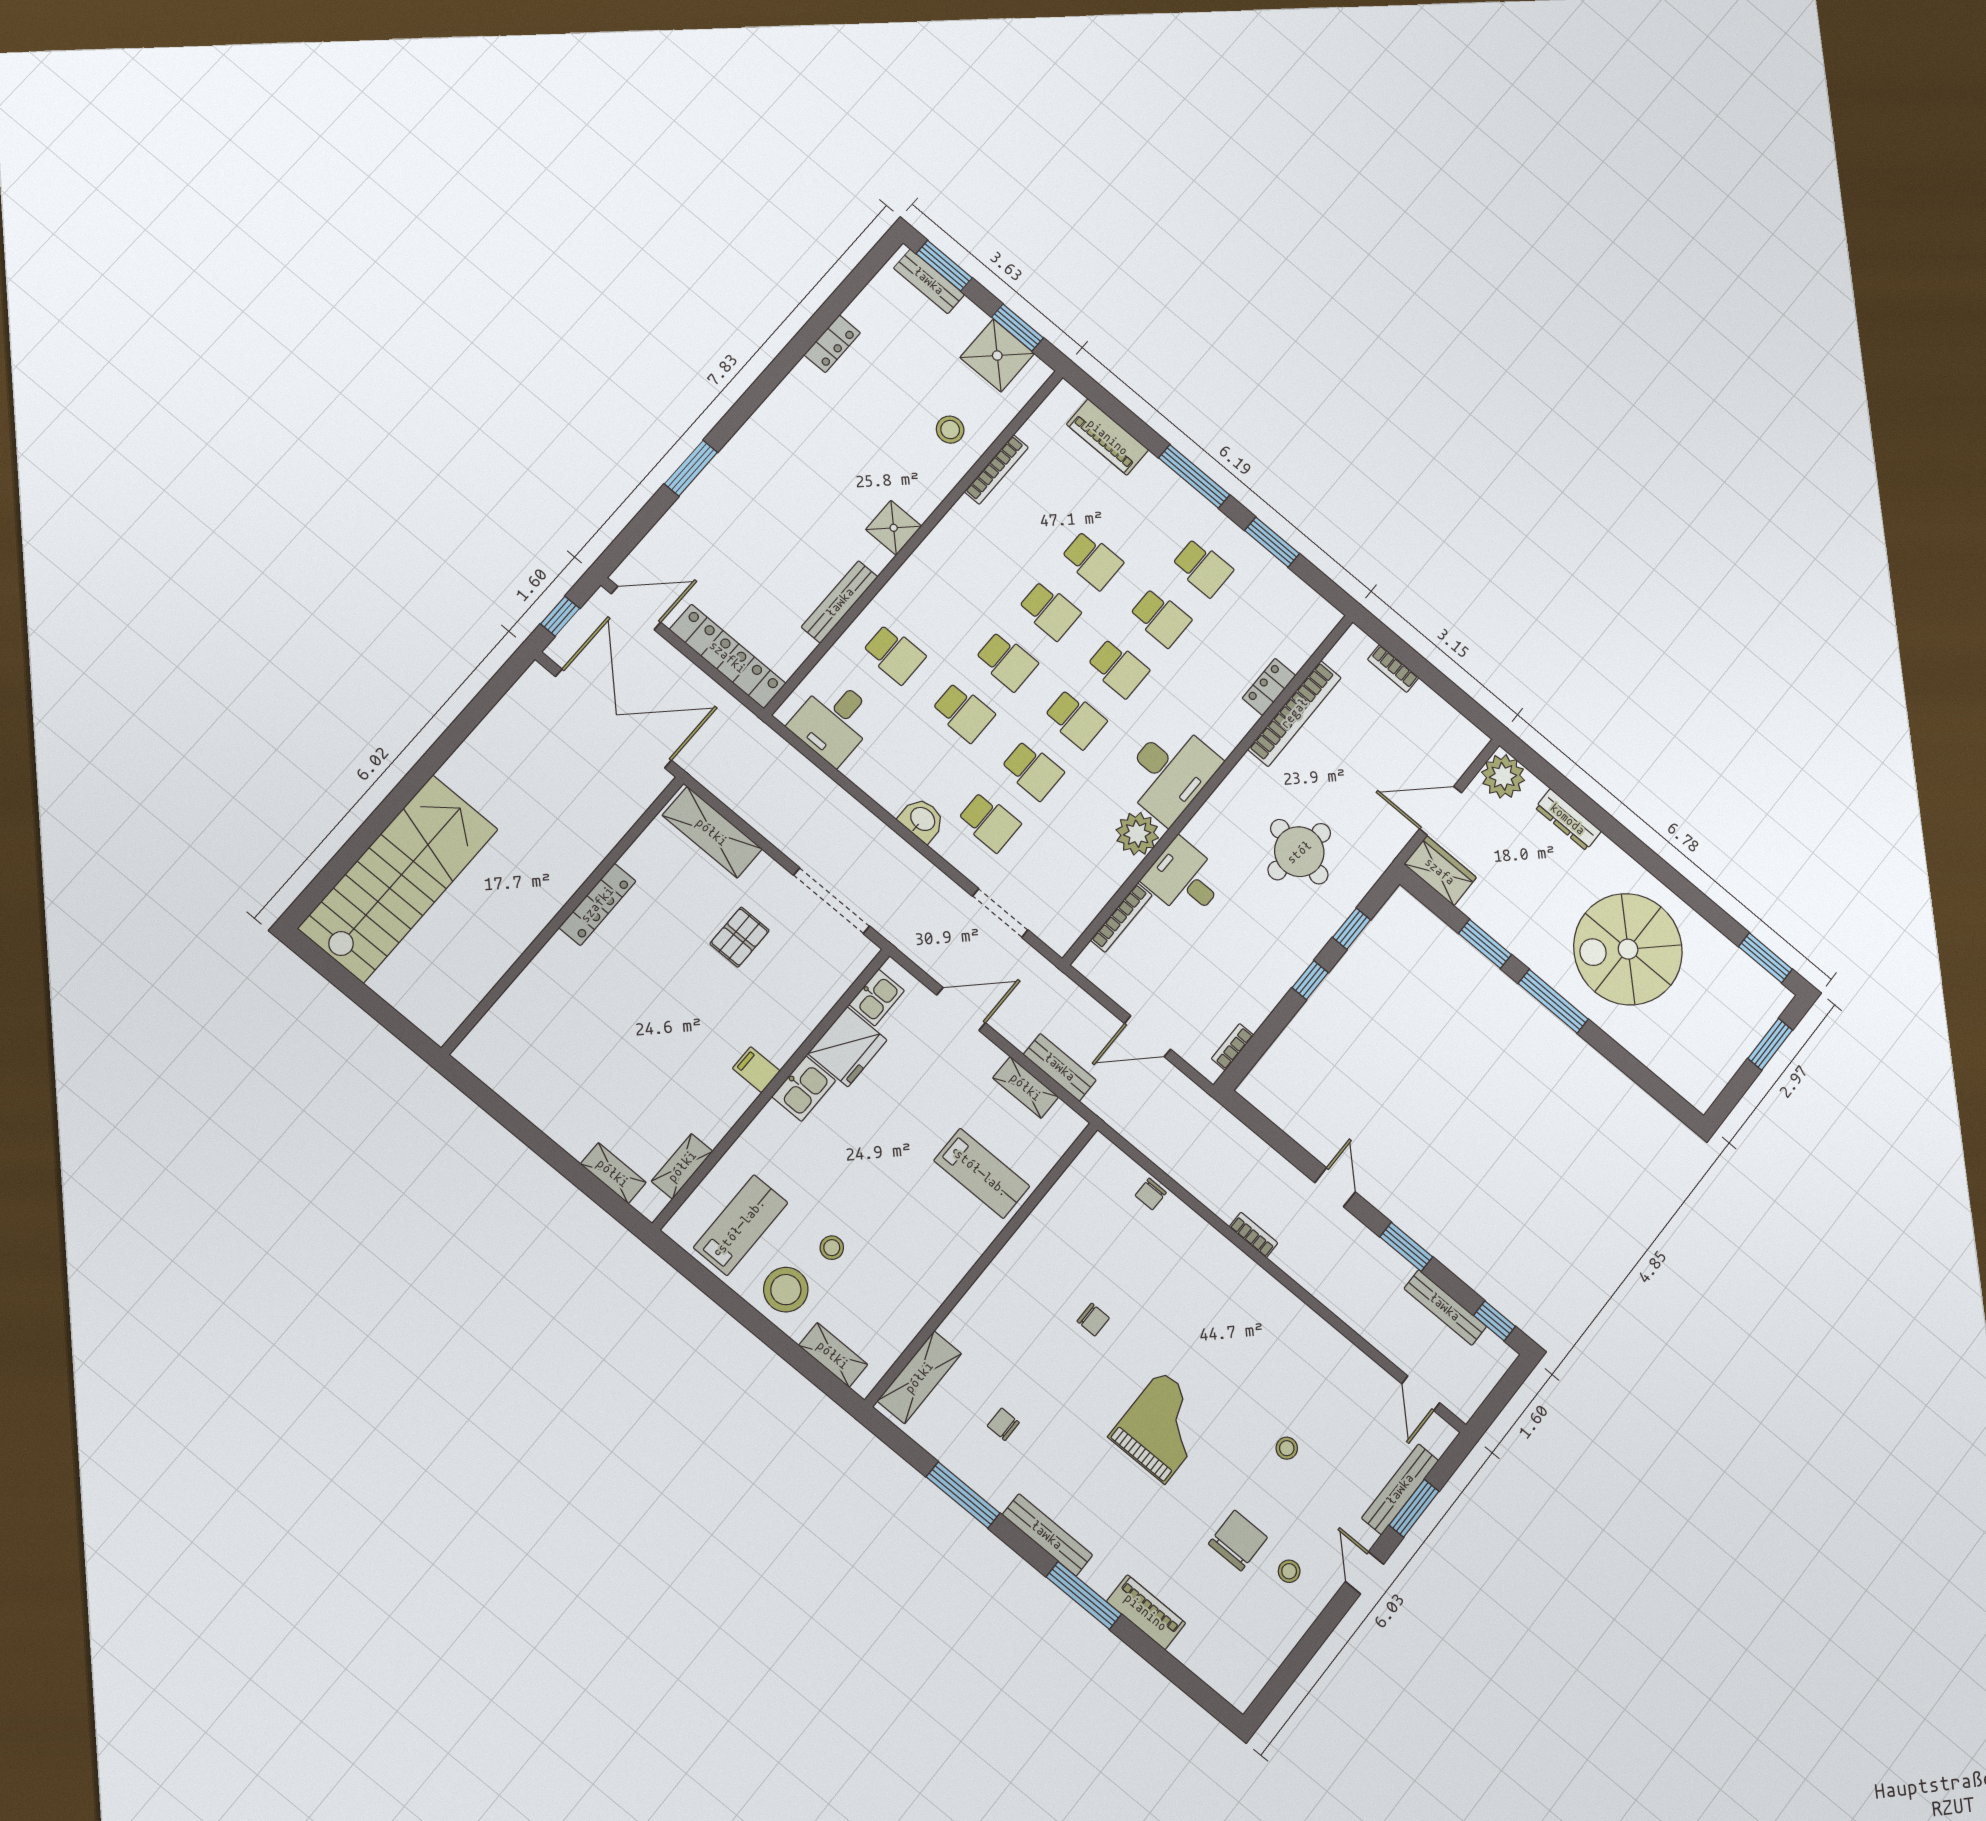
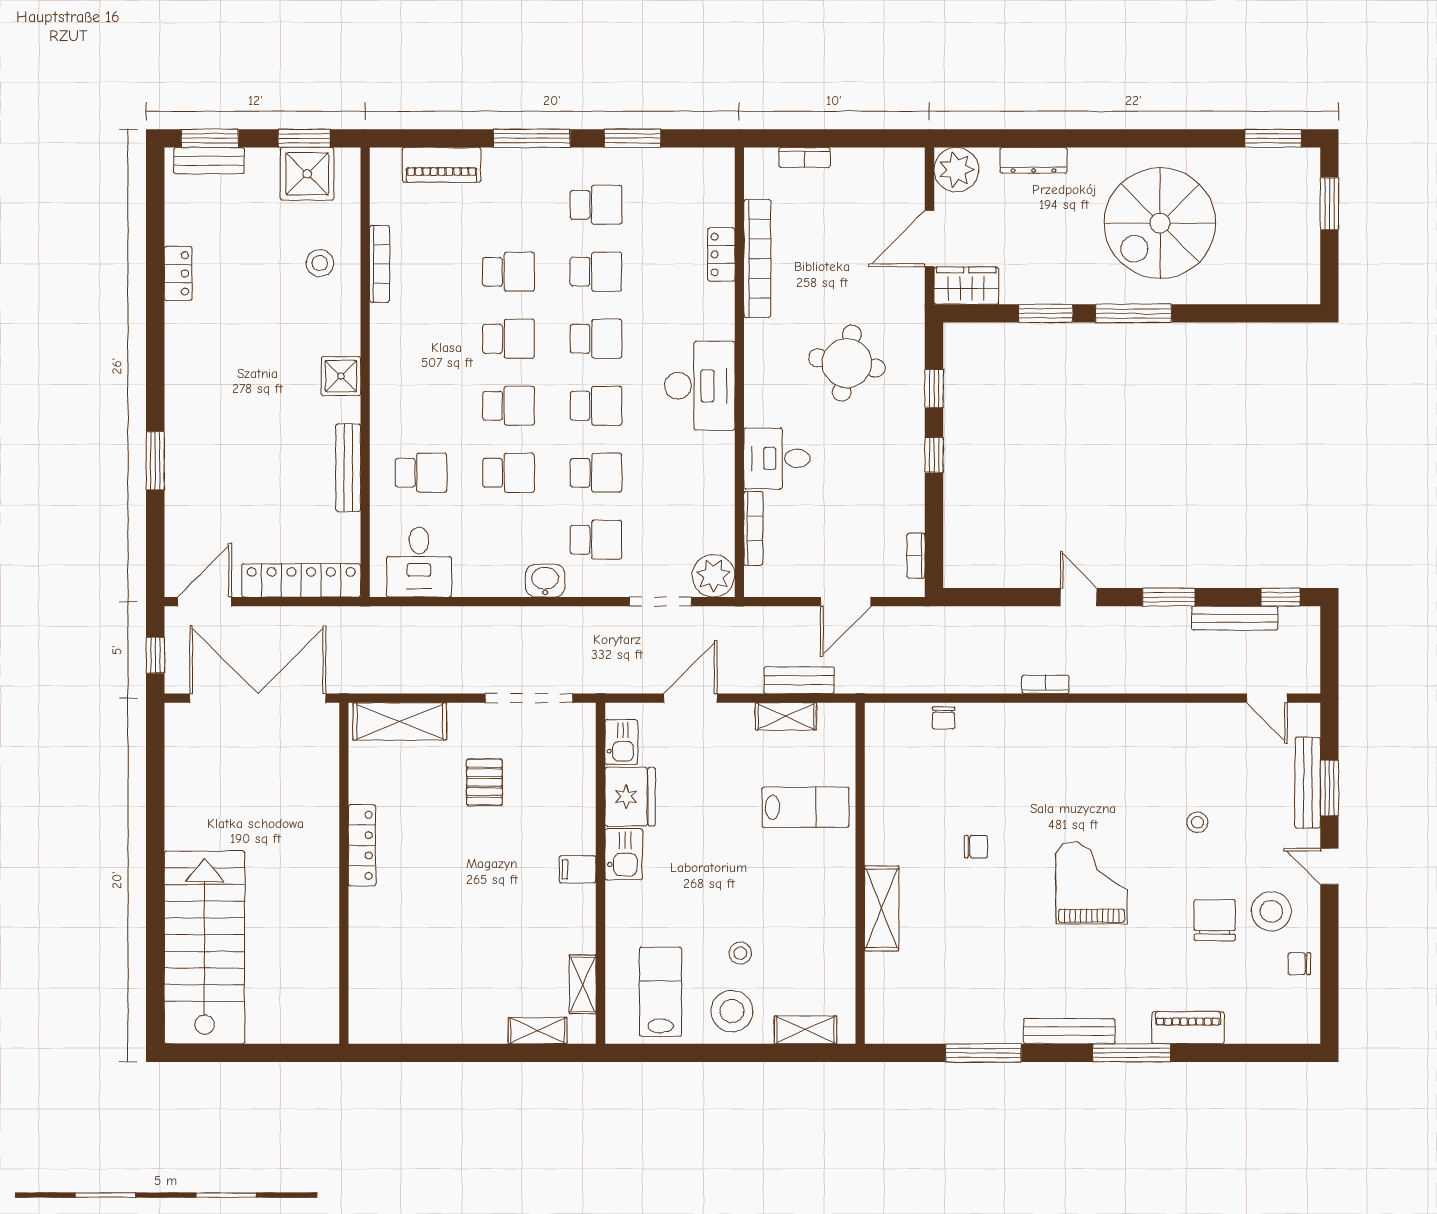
plant: (1137, 834) -> (713, 576), moved
shelving: (919, 1377) -> (882, 908), moved
chair: (1003, 1424) -> (1299, 964), moved
stool: (1289, 1571) -> (1271, 911), width x1.89, depth x1.89

